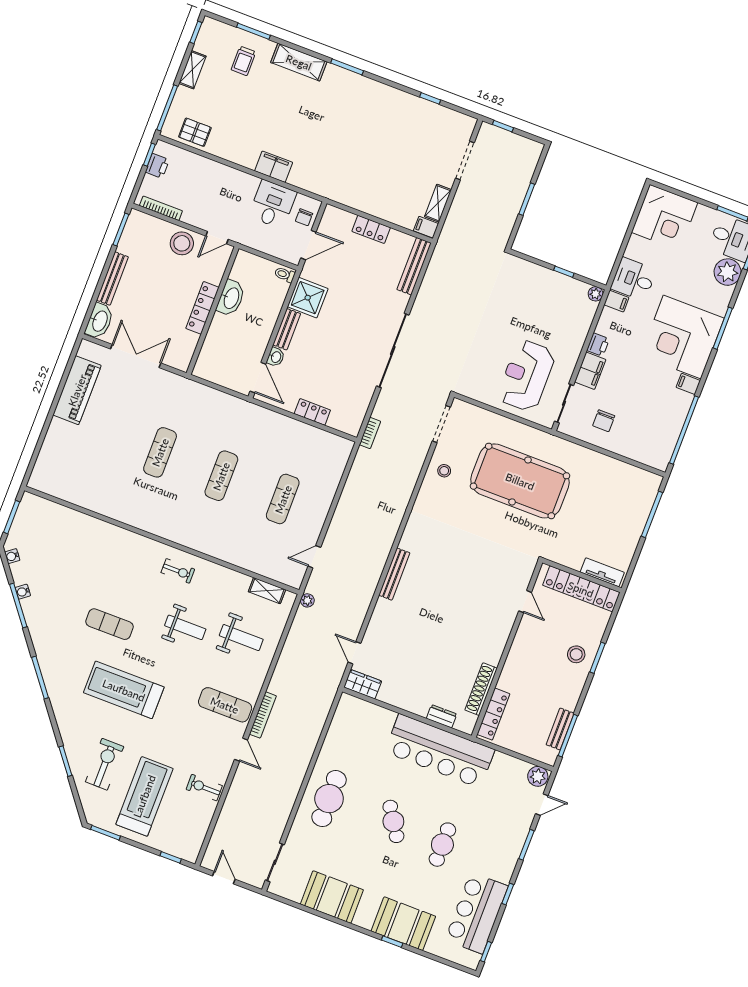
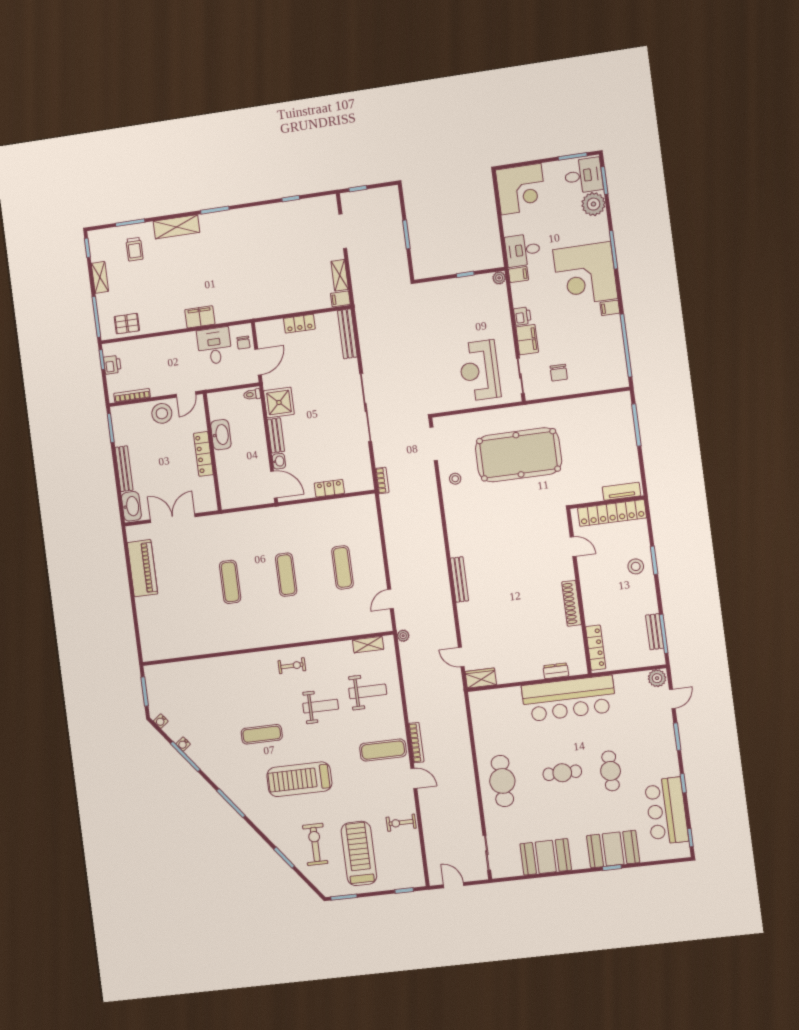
shoe rack: (481, 689) -> (572, 603), moved
cafe table: (393, 821) -> (562, 773), turned -57

